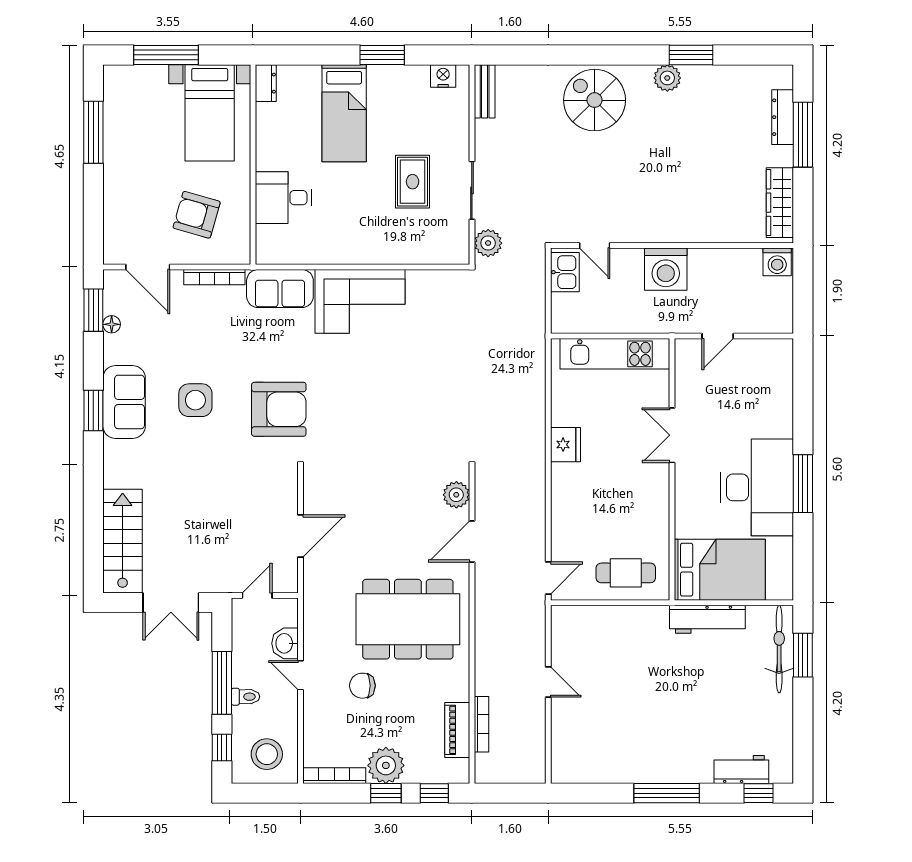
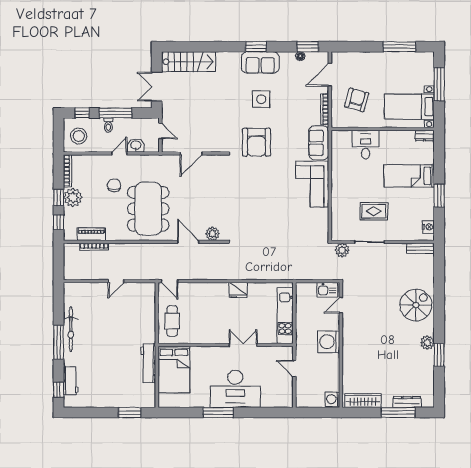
desk: (757, 487) -> (235, 389), moved
door: (301, 536) -> (191, 153), hinge flipped
bicycle: (779, 649) -> (71, 329), moved, turned 90

